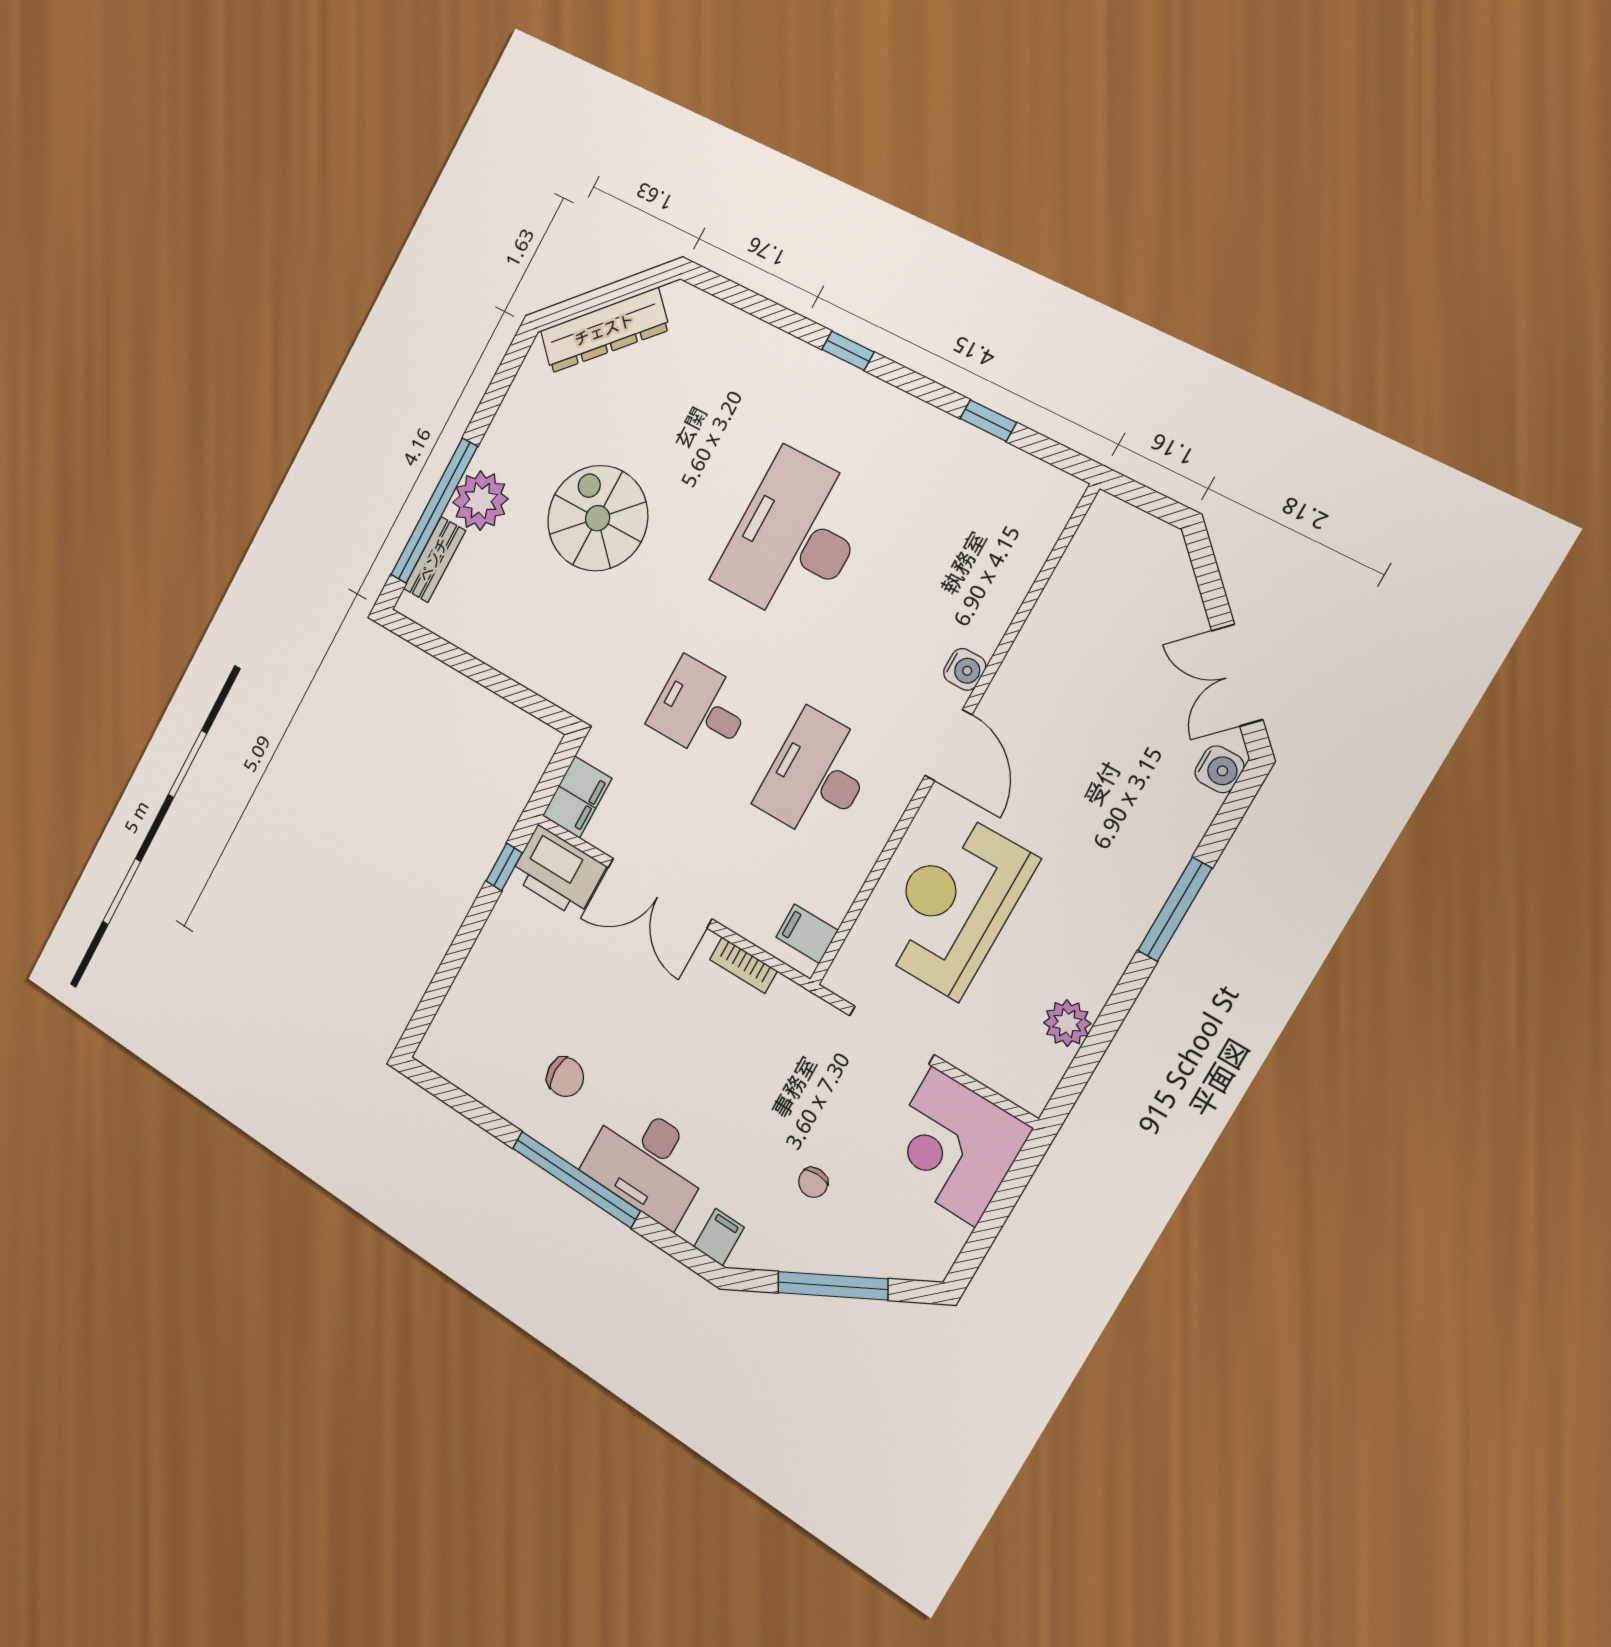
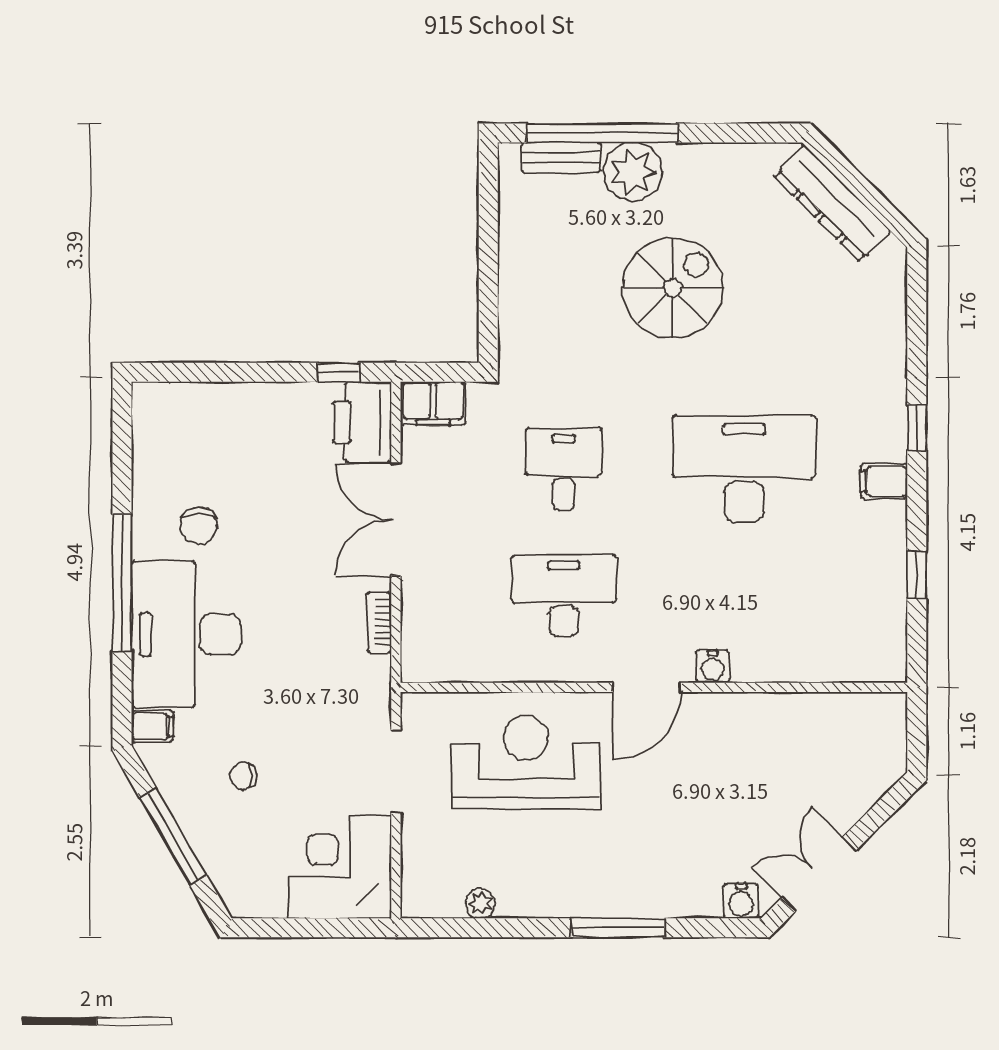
filing cabinet: (807, 934) -> (884, 481), moved, turned -90
plant: (1067, 1023) -> (480, 904), width x0.73, depth x0.73
desk: (647, 1163) -> (186, 634), width x1.36, depth x1.30

